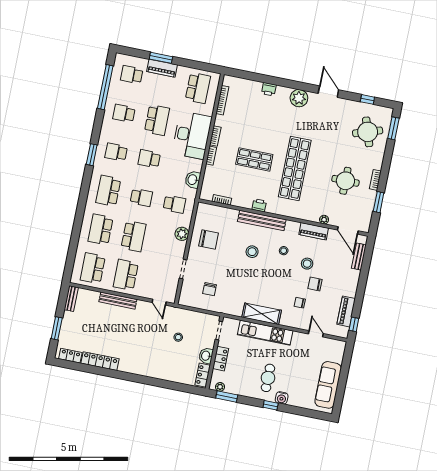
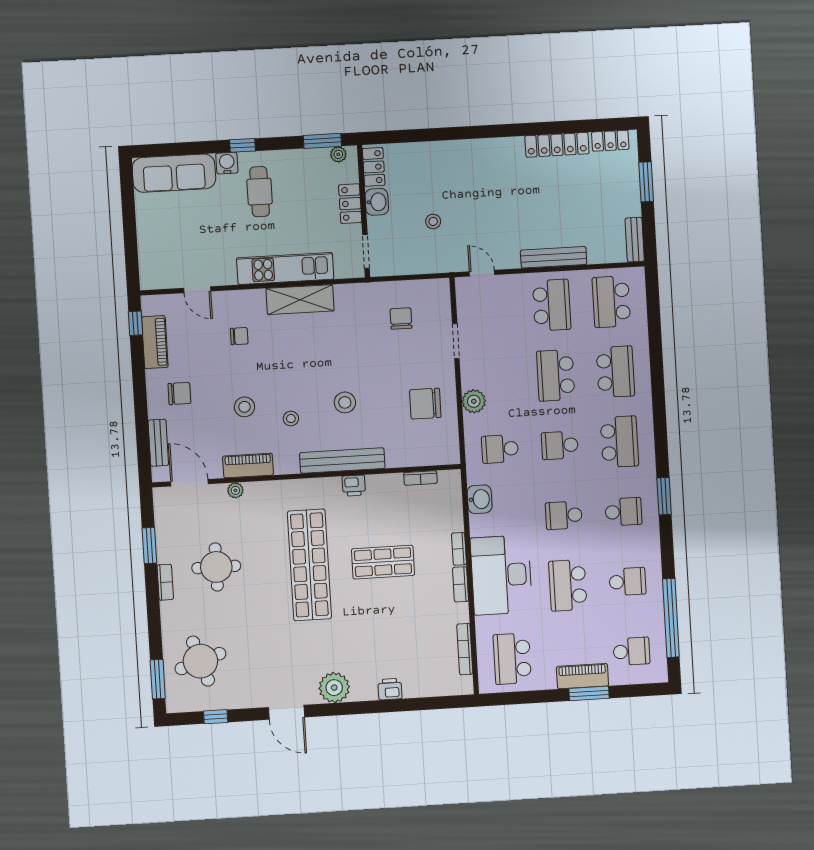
school desk: (149, 159) -> (564, 515), turned 180
school desk: (93, 268) -> (611, 302), turned 180
chair: (315, 284) -> (179, 394), moved
sofa: (328, 385) -> (174, 173), moved, turned 90

